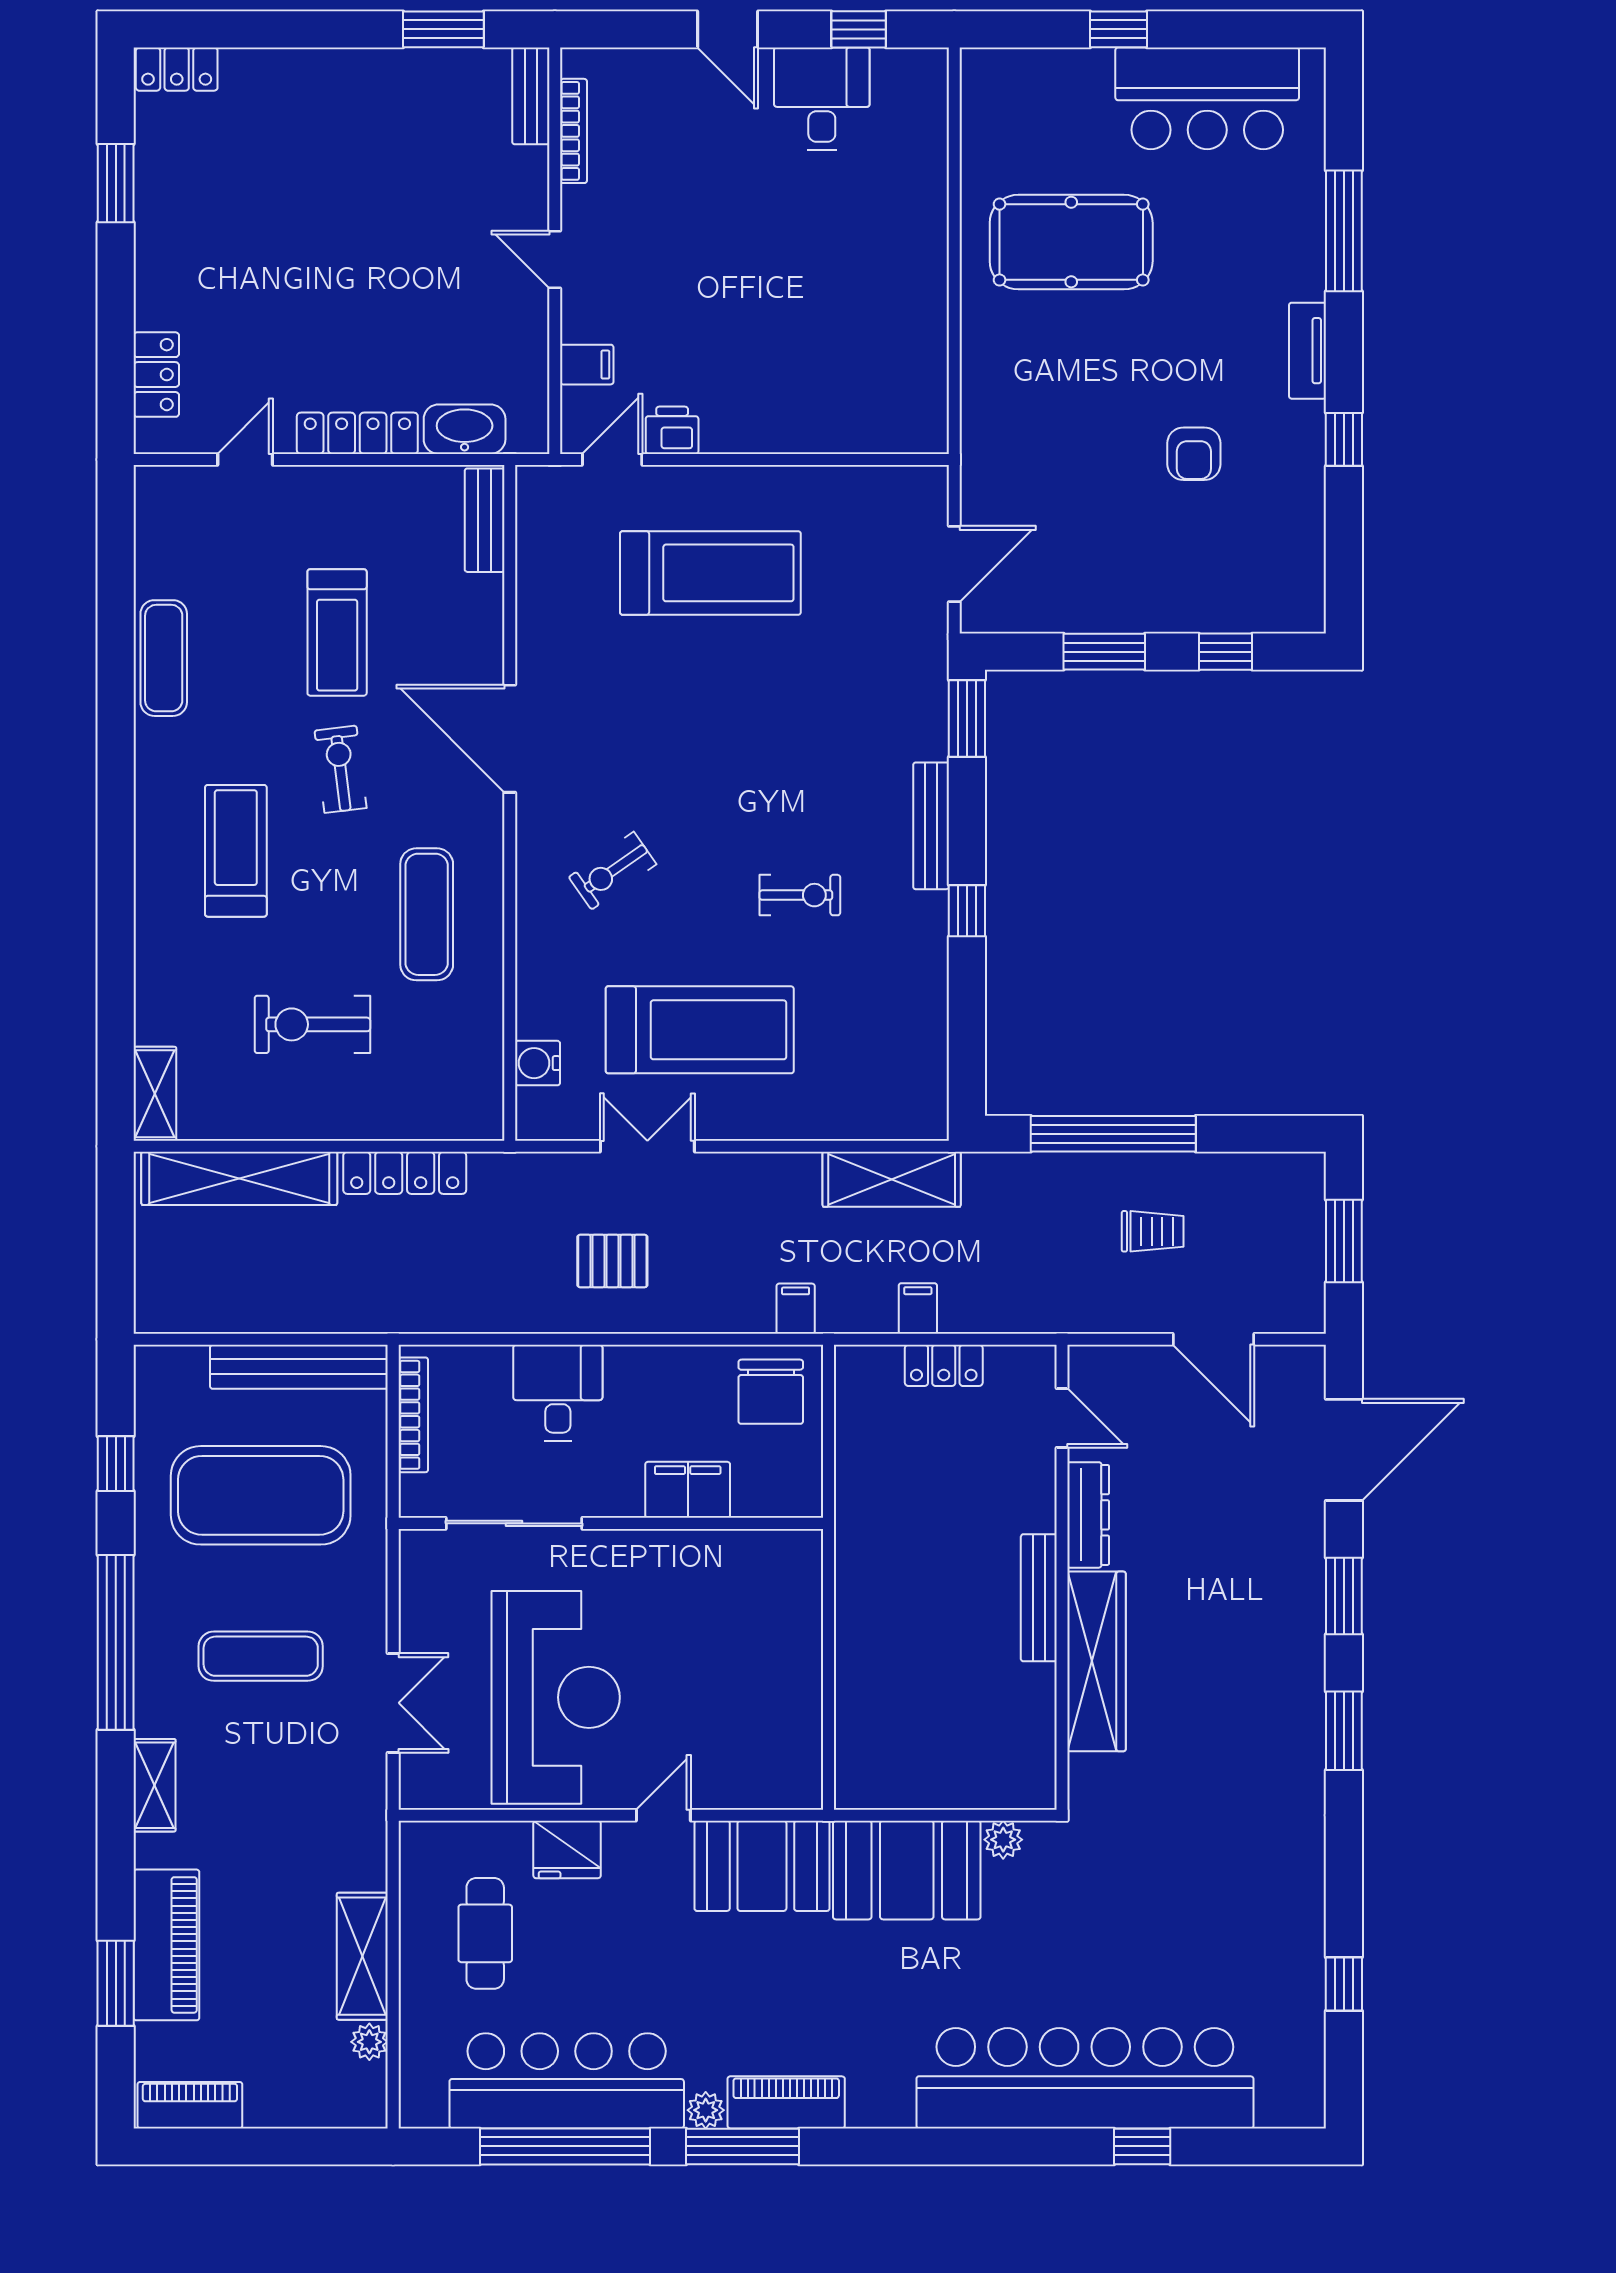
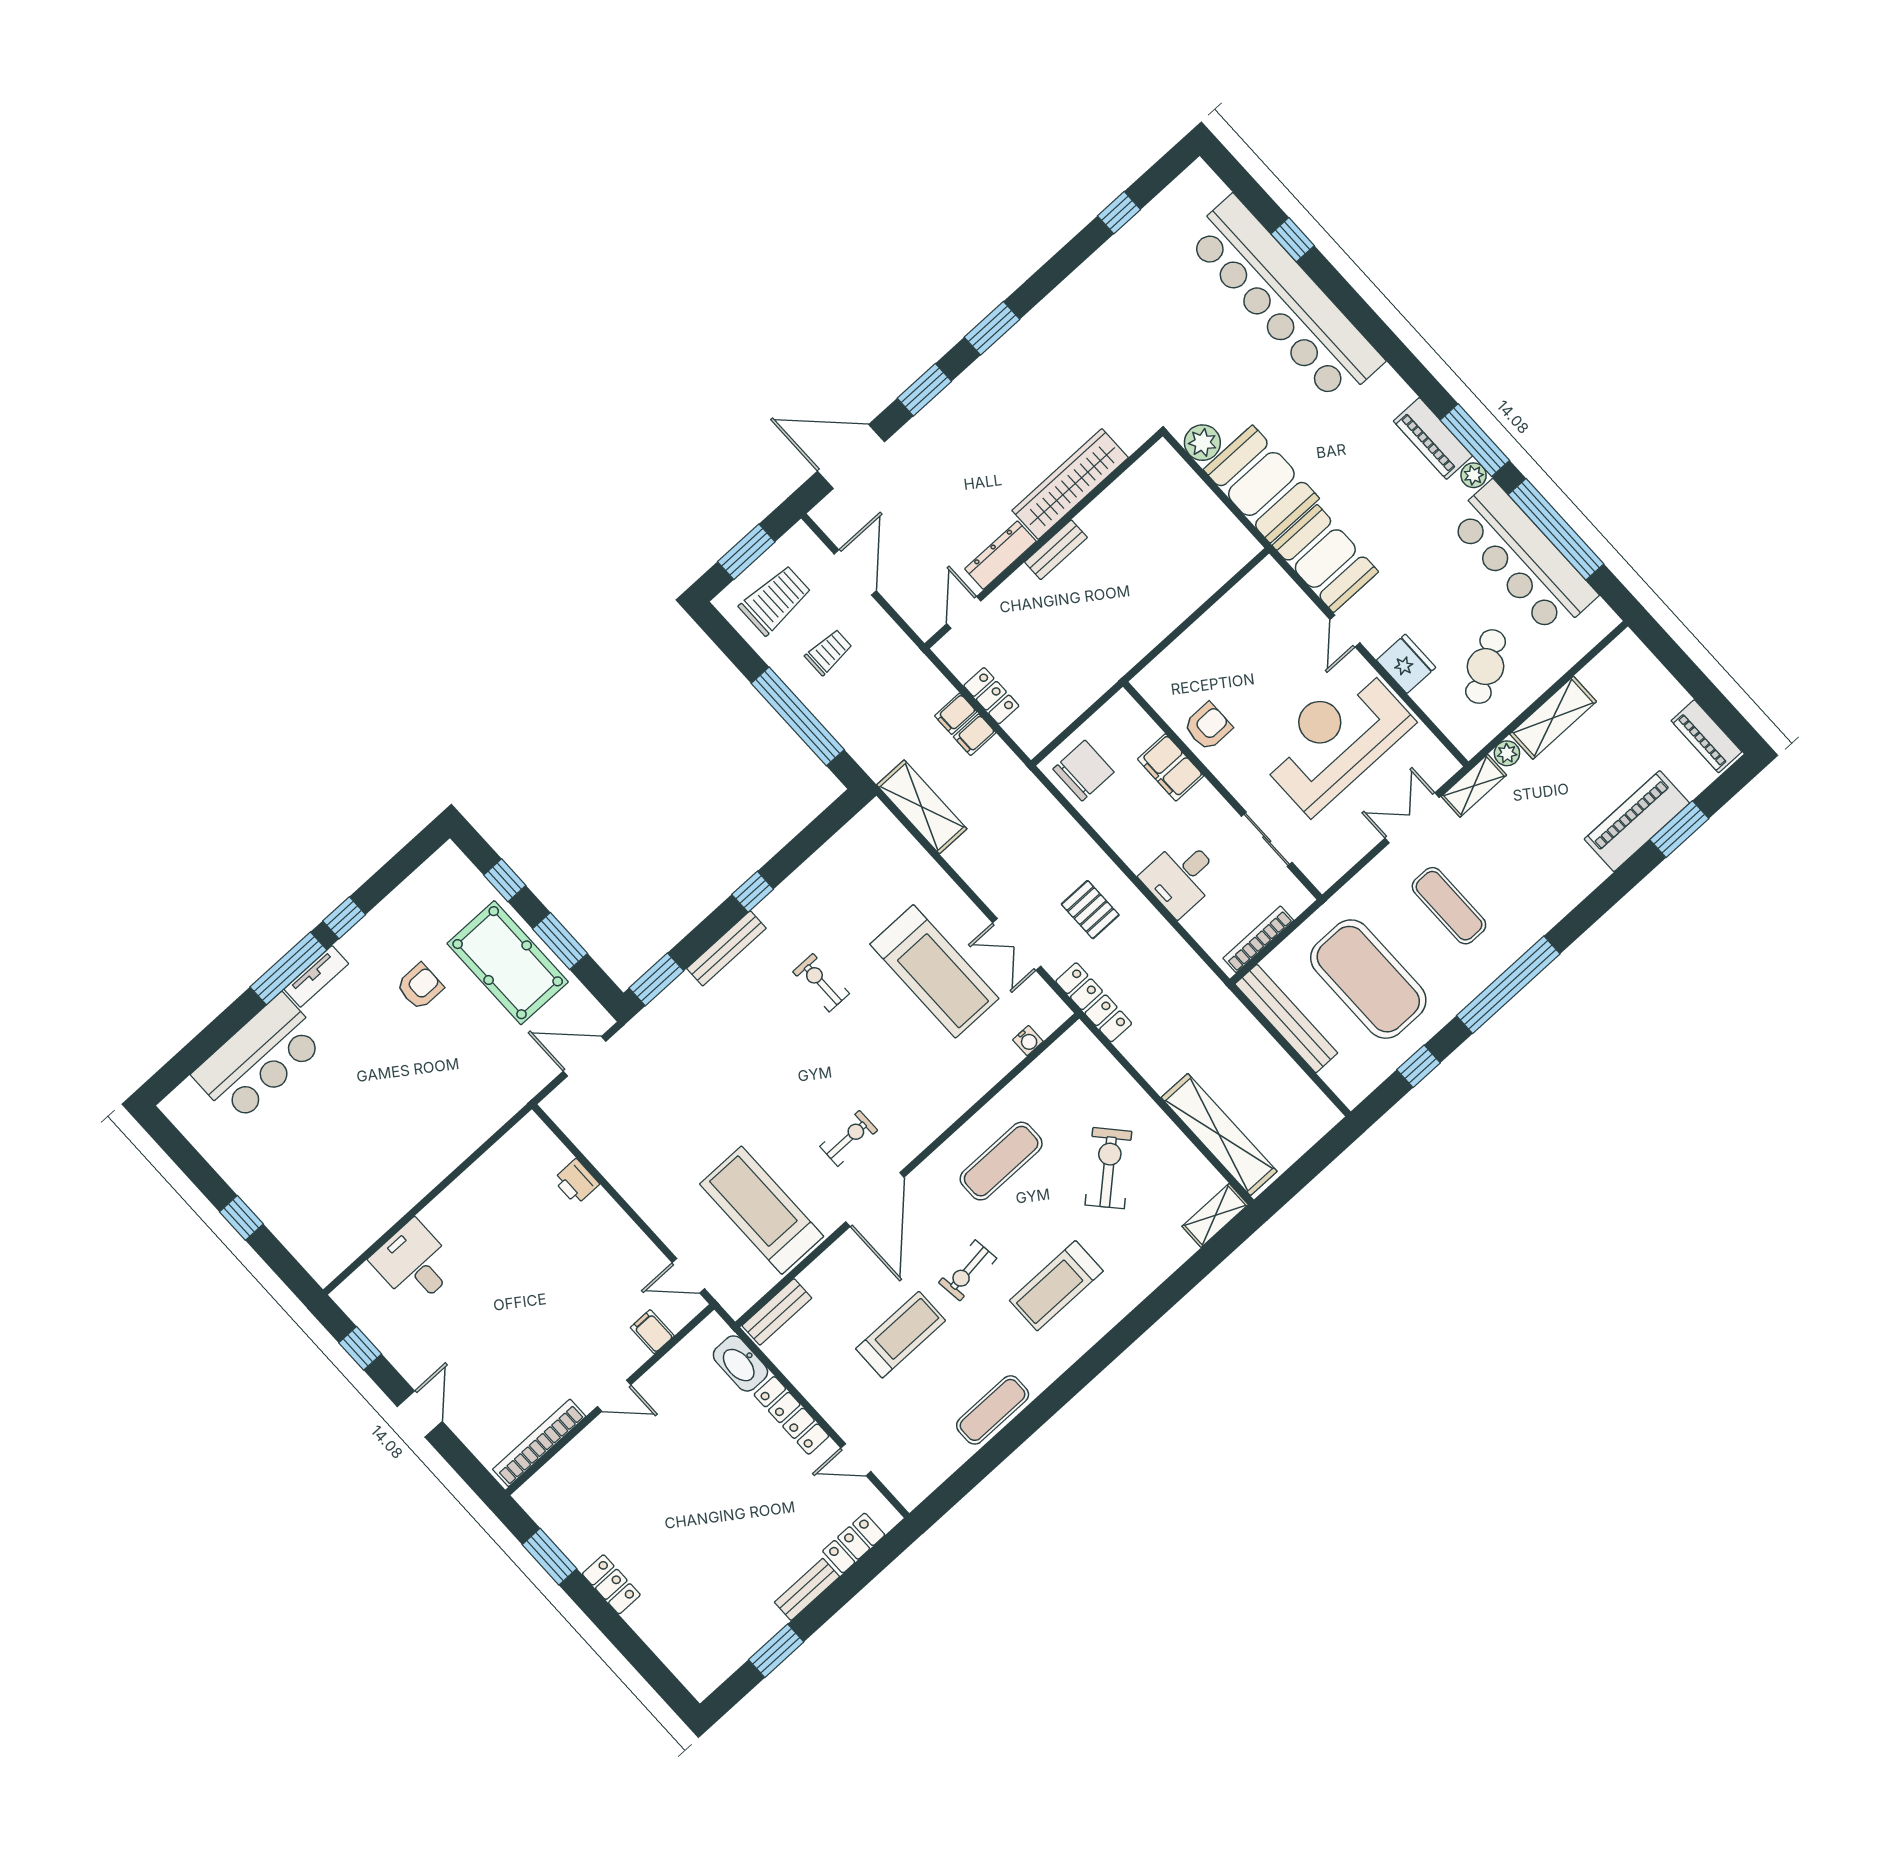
locker: (177, 69) -> (611, 1584), moved
bench: (531, 96) -> (807, 1589), moved
bar counter: (1207, 98) -> (259, 1058), moved, turned 90
desk: (822, 99) -> (414, 1263), moved, turned 90
bookcase: (573, 131) -> (539, 1443), width x1.48, depth x1.31
window: (1344, 231) -> (288, 968), moved
pool table: (1071, 242) -> (508, 963), moved
door: (555, 260) -> (614, 1396), hinge flipped
printer: (672, 430) -> (576, 1182), moved
treadmill: (710, 573) -> (762, 1210), moved
exercise bike: (613, 871) -> (849, 1138), moved, turned -55
exercise bike: (312, 1024) -> (1108, 1168), turned -132
treadmill: (700, 1030) -> (934, 971), turned 180
water cooler: (538, 1063) -> (1028, 1041), width x0.72, depth x0.72
locker: (405, 1173) -> (1094, 1002), moved
trolley: (1263, 1225) -> (775, 600), added
trolley: (1153, 1231) -> (829, 652), turned 90
filing cabinet: (796, 1309) -> (956, 714), moved
sliding door: (514, 1523) -> (1267, 839), width x0.73
armchair: (695, 1571) -> (1208, 727), added
bench: (1039, 1598) -> (1056, 550), width x0.73
shelving: (155, 1785) -> (1474, 786), moved
door: (663, 1815) -> (1345, 631), hinge flipped
plant: (1003, 1840) -> (1202, 443), width x1.38, depth x1.38
cafe table: (485, 1933) -> (1486, 667), turned -32
plant: (369, 2042) -> (1507, 753), moved

